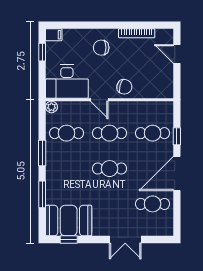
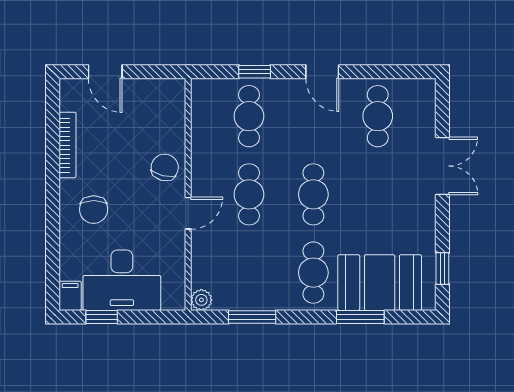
door: (177, 54) -> (105, 72), hinge flipped
desk: (67, 82) -> (122, 280), moved, turned 90
cafe table: (66, 133) -> (313, 273), moved
window: (42, 153) -> (252, 317), moved
door: (177, 173) -> (322, 72), width x0.53
booth: (69, 221) -> (380, 283), moved, turned 90

